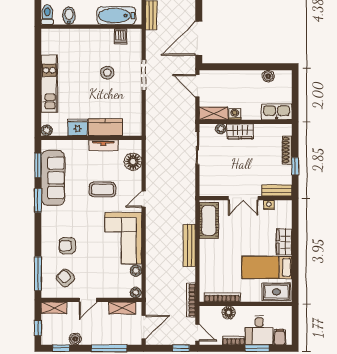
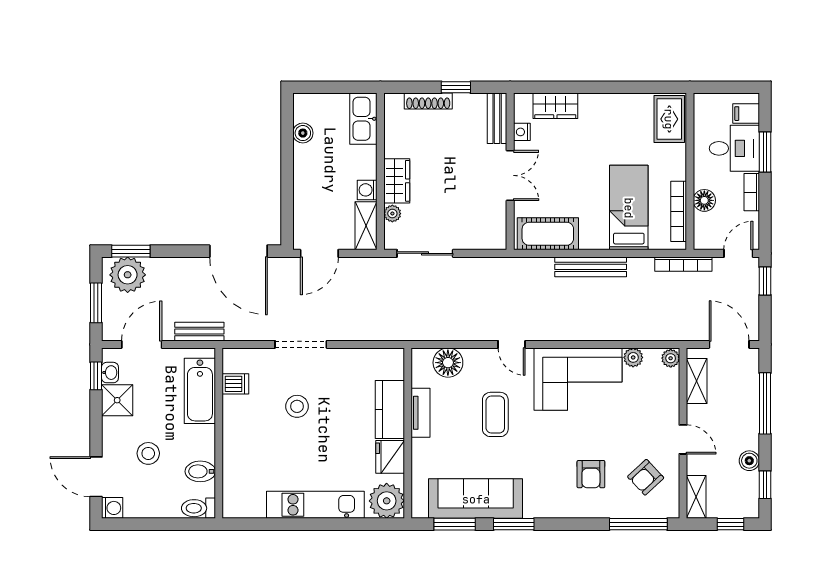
plant: (47, 130) -> (387, 501), width x1.87, depth x1.87
wardrobe: (284, 242) -> (555, 106), moved
bed: (267, 267) -> (629, 208), moved, turned 180

